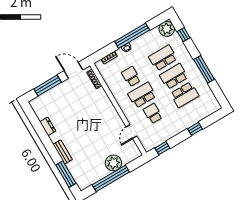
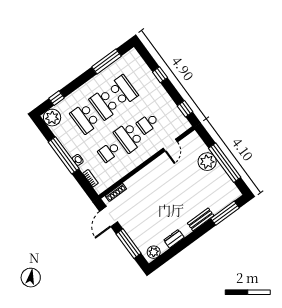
window: (204, 69) -> (106, 61), moved
plant: (38, 107) -> (154, 252), added
door: (131, 132) -> (170, 145), hinge flipped

